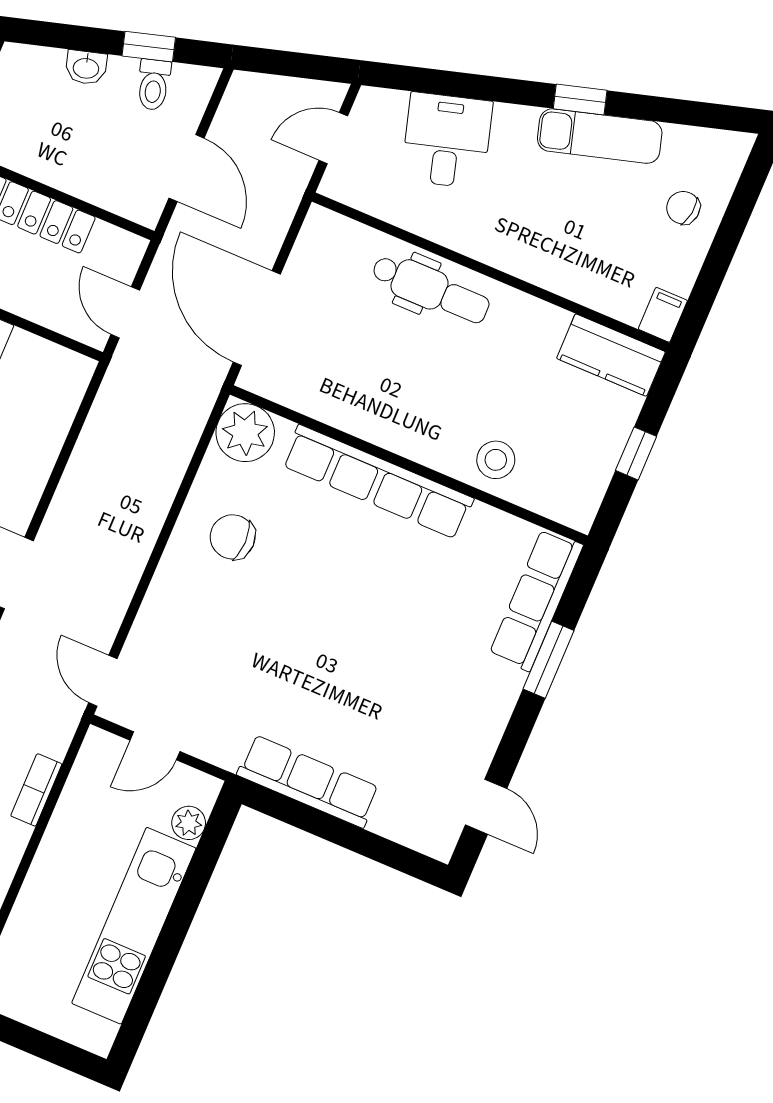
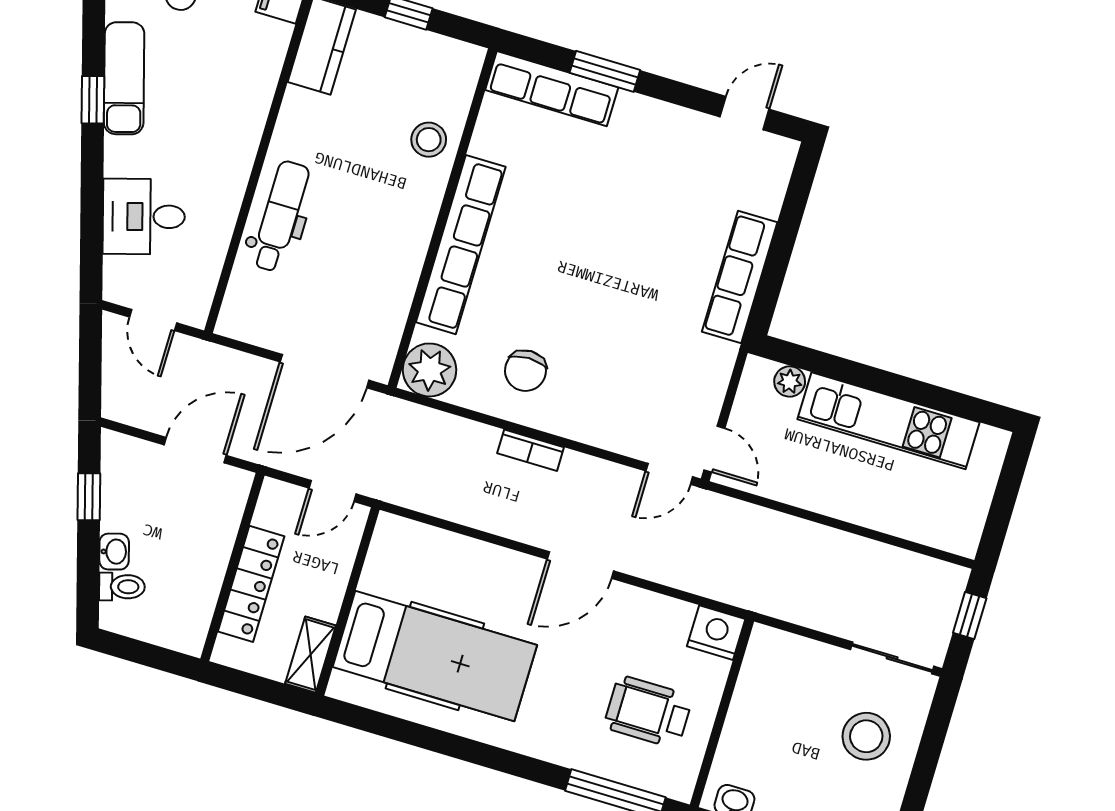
toilet: (154, 85) -> (122, 587), moved
door: (155, 746) -> (714, 449), moved
bookcase: (36, 790) -> (531, 450), moved

